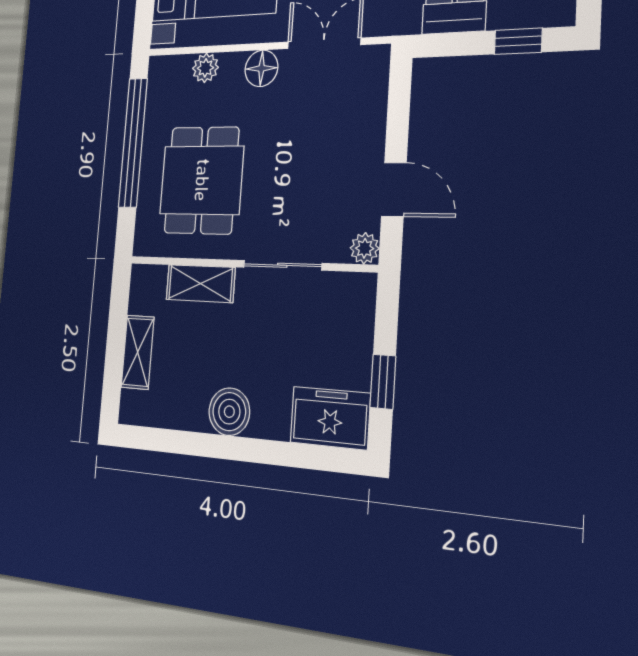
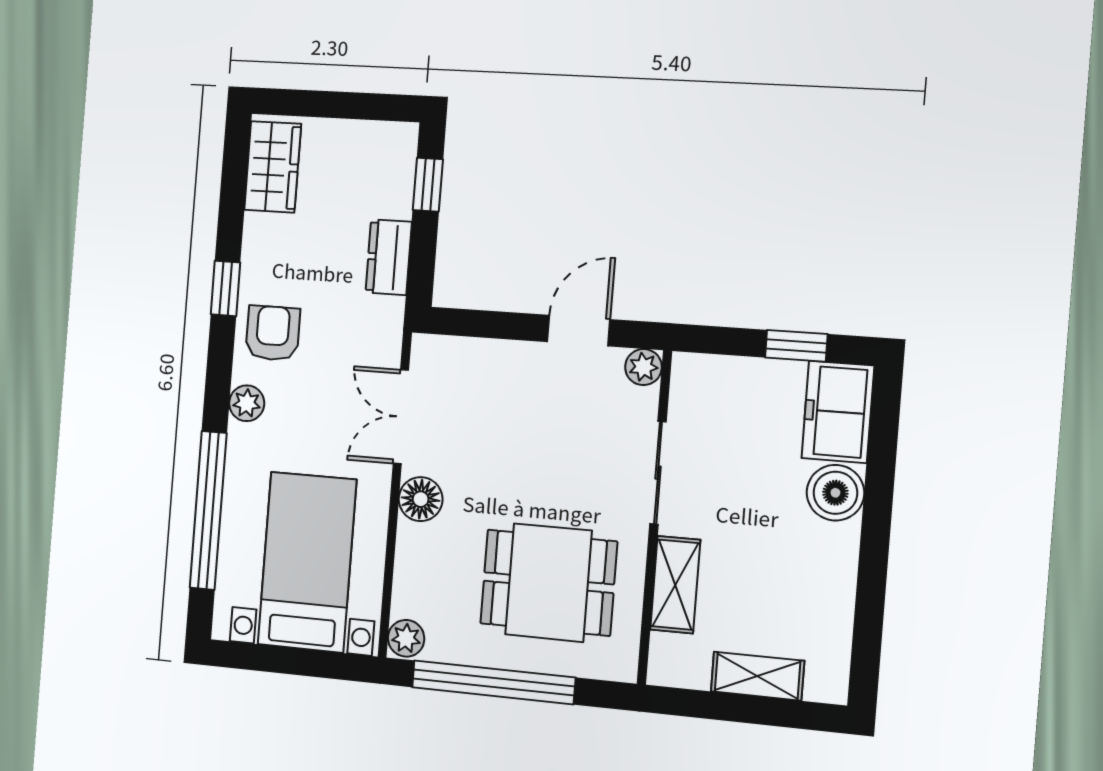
plant: (205, 68) -> (406, 638), moved
boiler: (229, 412) -> (835, 493), moved

